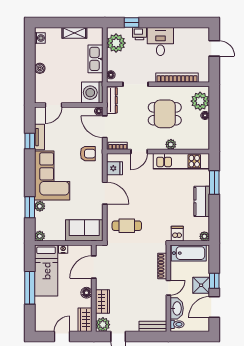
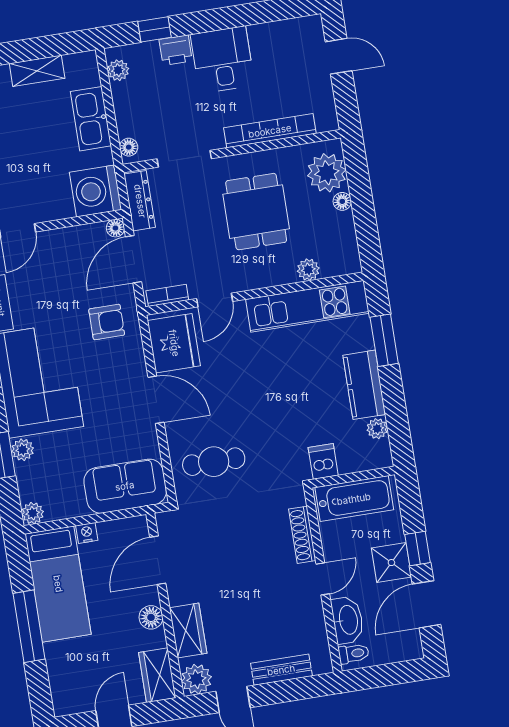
plant: (116, 43) -> (118, 70), width x0.53, depth x0.53
dining table: (165, 114) -> (256, 212), turned 90
door: (105, 127) -> (134, 259), hinge flipped
plant: (171, 144) -> (308, 270), moved
fridge: (115, 168) -> (174, 343), width x1.88, depth x1.34
plant: (204, 236) -> (377, 429), moved
bench: (153, 326) -> (281, 670), moved

